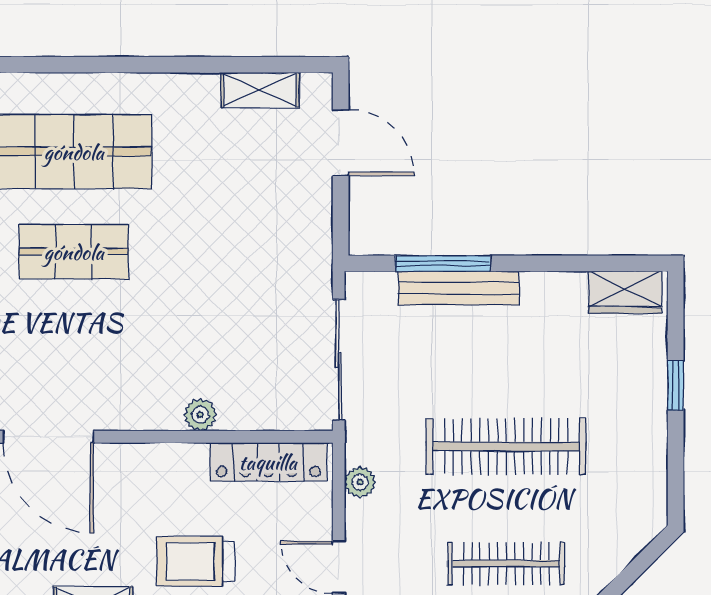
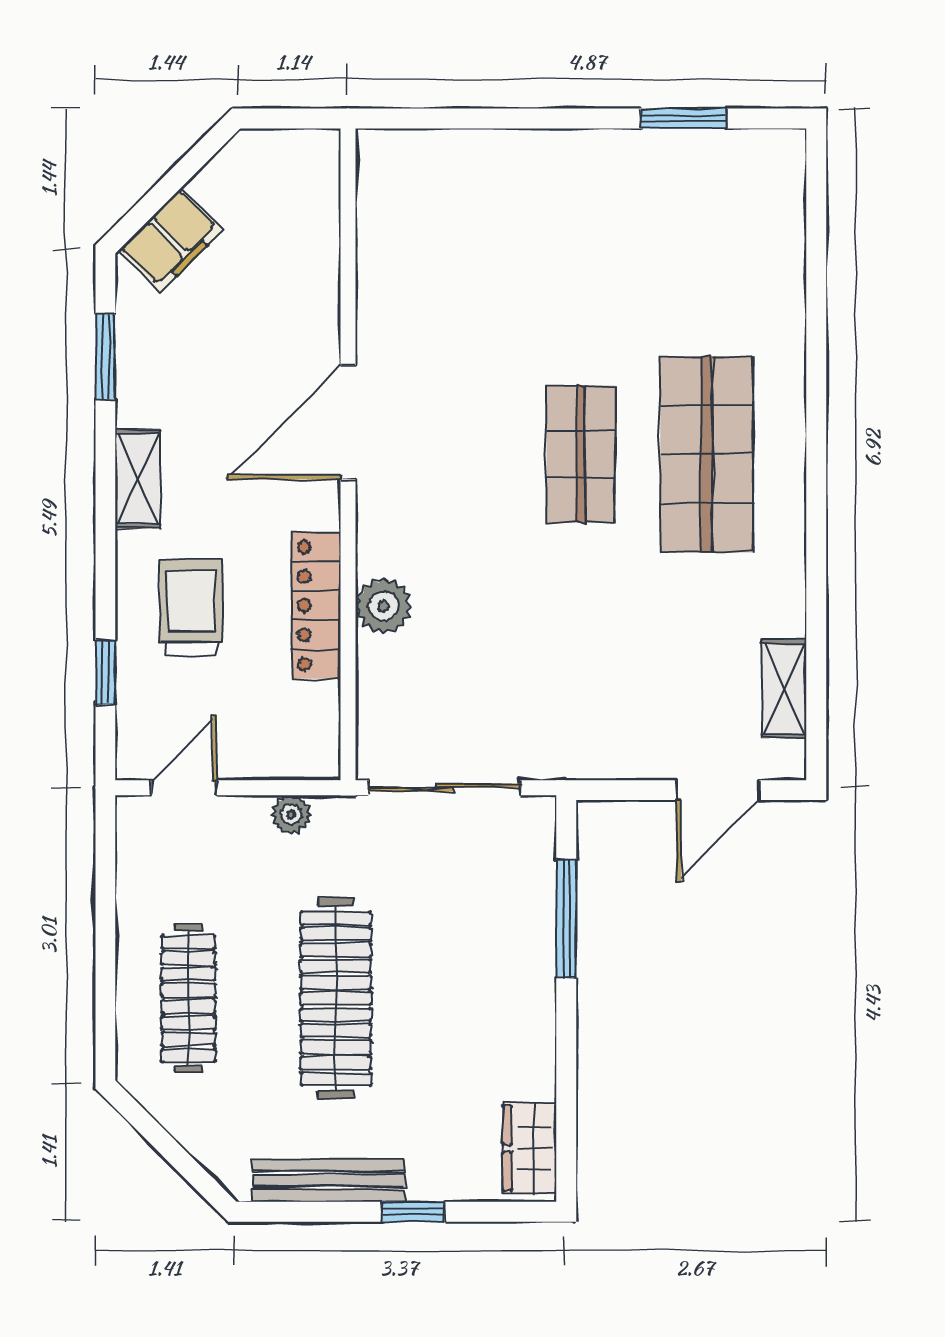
bench: (459, 288) -> (329, 1181), moved, turned 90
plant: (200, 415) -> (383, 606), width x1.38, depth x1.38
locker: (268, 462) -> (316, 605), moved

